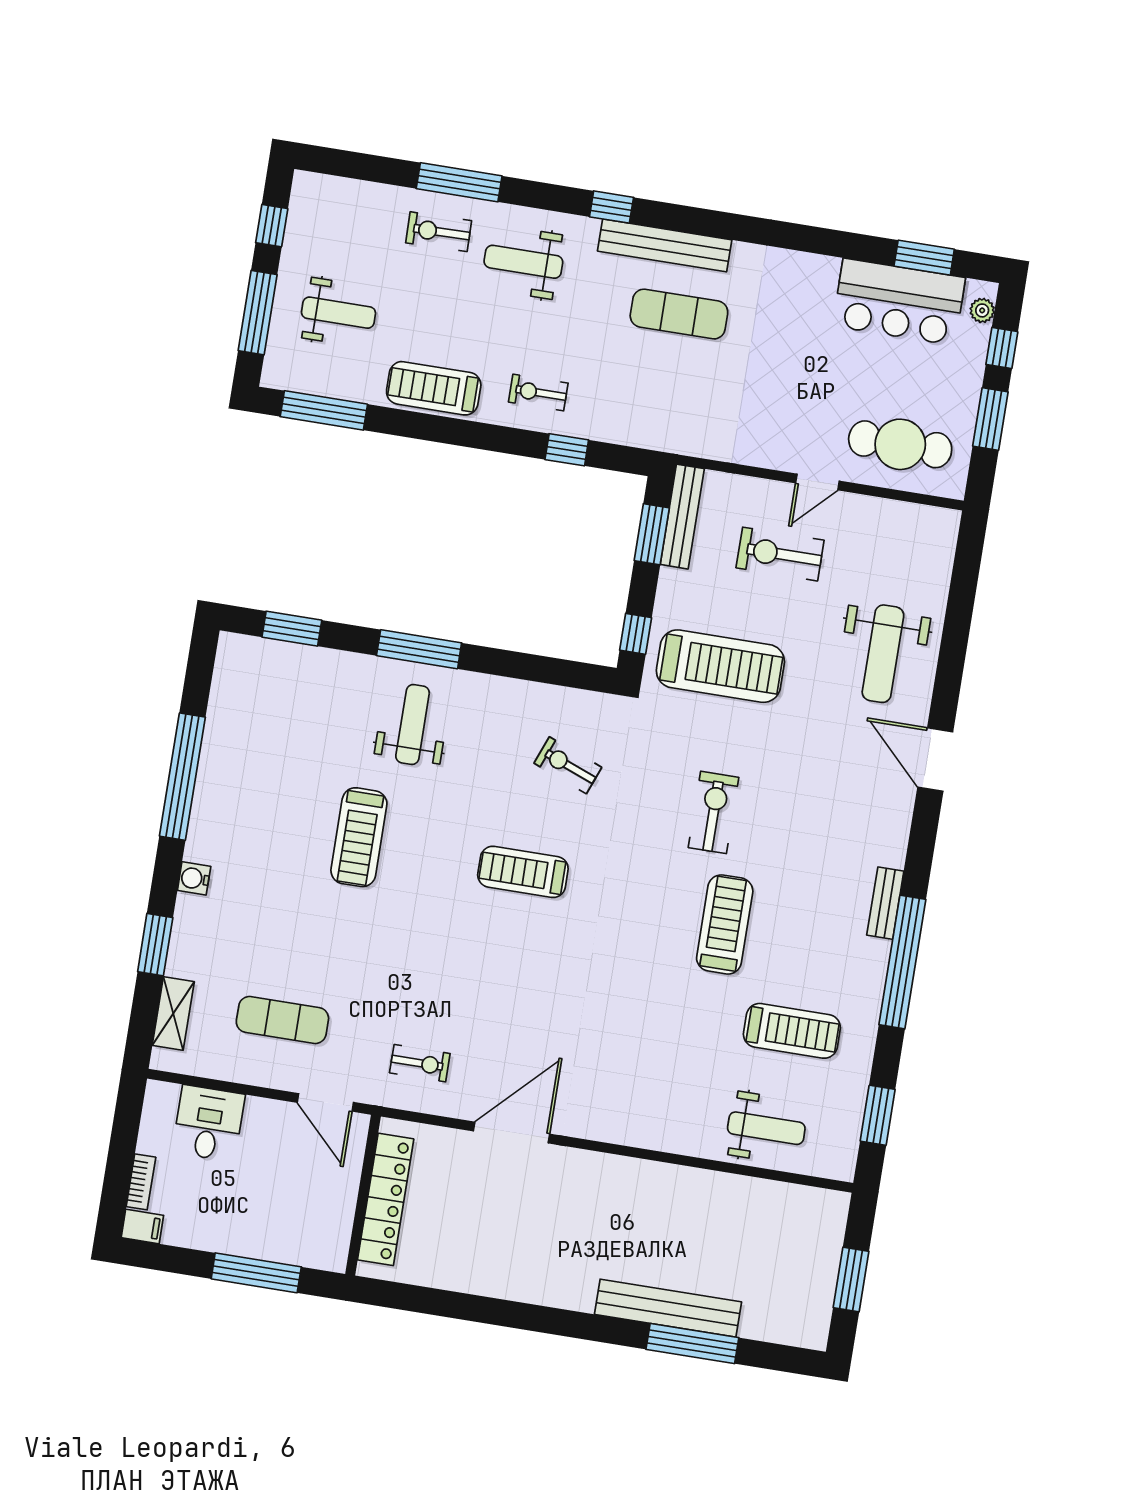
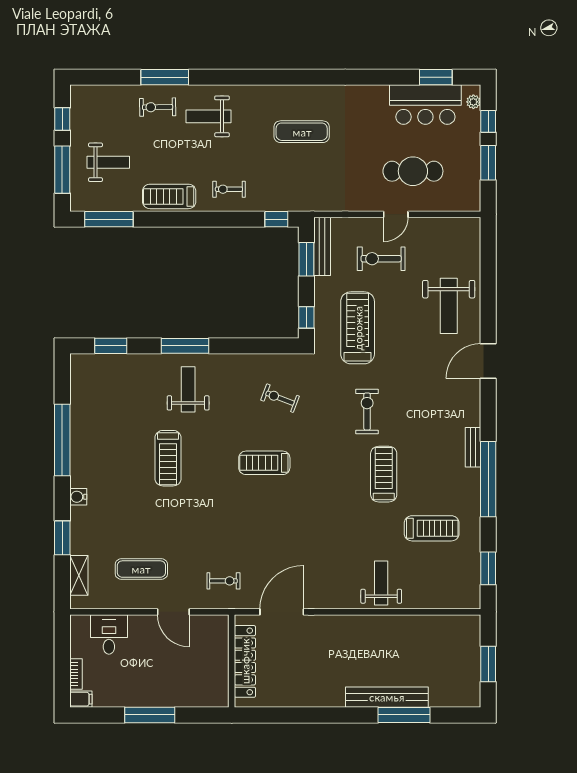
window: (612, 207) -> (253, 77), removed
bench: (665, 245) -> (287, 94), removed
cafe table: (900, 444) -> (413, 171), moved
window: (567, 450) -> (276, 219), moved
treadmill: (720, 666) -> (358, 328), turned -90
door: (935, 759) -> (488, 361), hinge flipped
weight bench: (766, 1128) -> (381, 583), moved, turned -90
wall: (363, 1195) -> (232, 661), moved
locker: (386, 1199) -> (245, 661), moved

